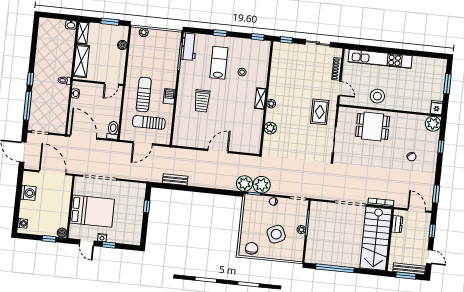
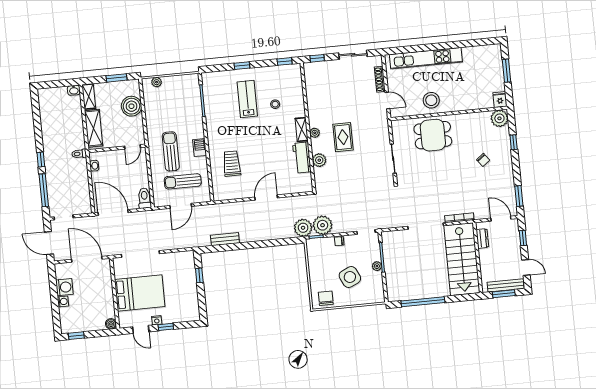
boiler: (122, 45) -> (131, 106), width x1.86, depth x1.86
workbench: (189, 47) -> (302, 158), moved, turned 180
trolley: (202, 101) -> (232, 164), moved, turned 180
rug: (320, 112) -> (343, 137), moved
washing machine: (23, 223) -> (63, 302), moved
window: (49, 239) -> (76, 336), moved

